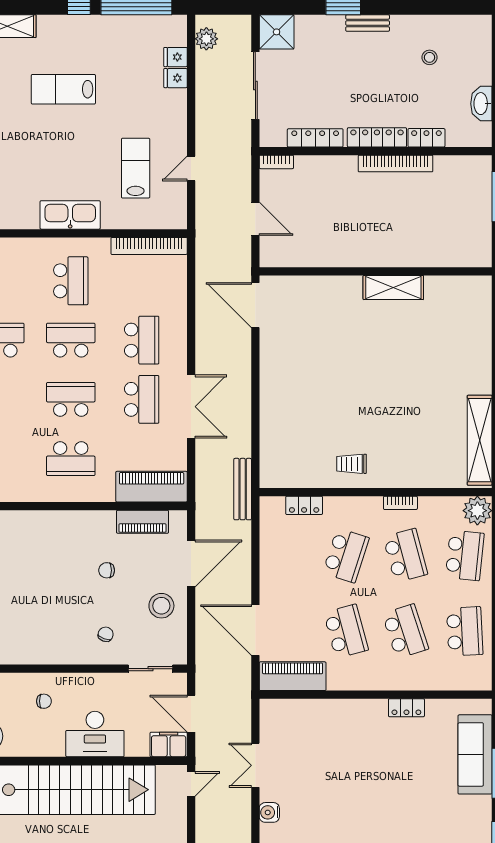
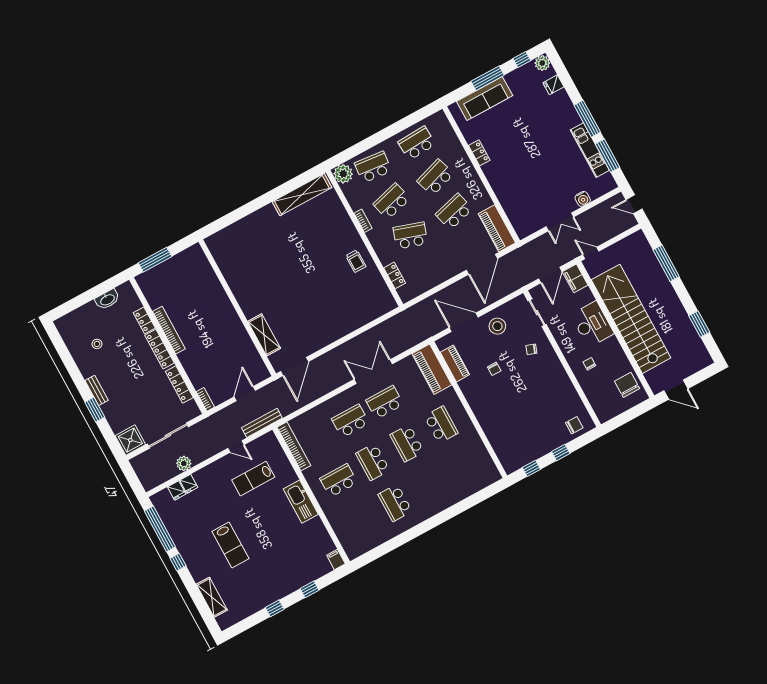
plant: (206, 39) -> (184, 463), moved
shelving: (393, 287) -> (264, 335), moved
bench: (243, 489) -> (262, 423), moved

